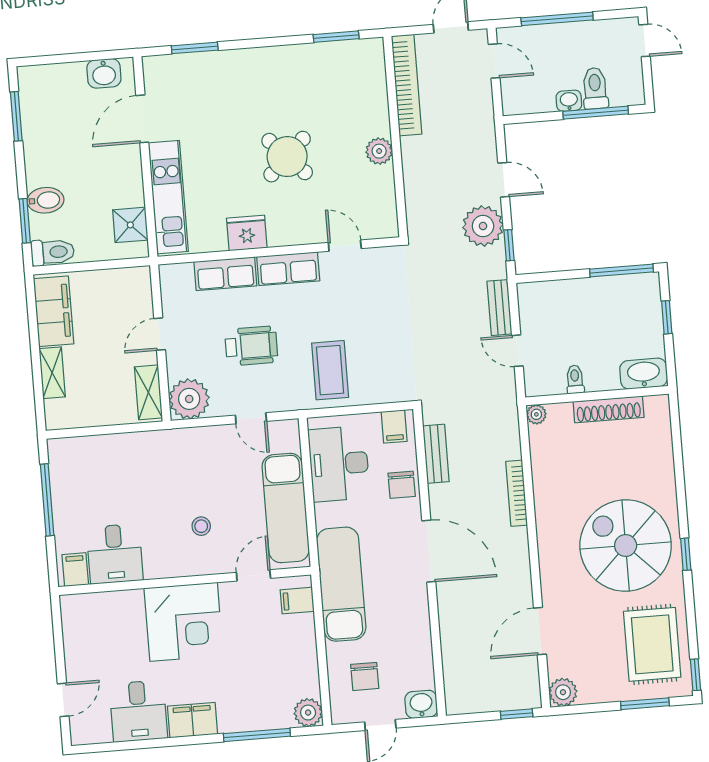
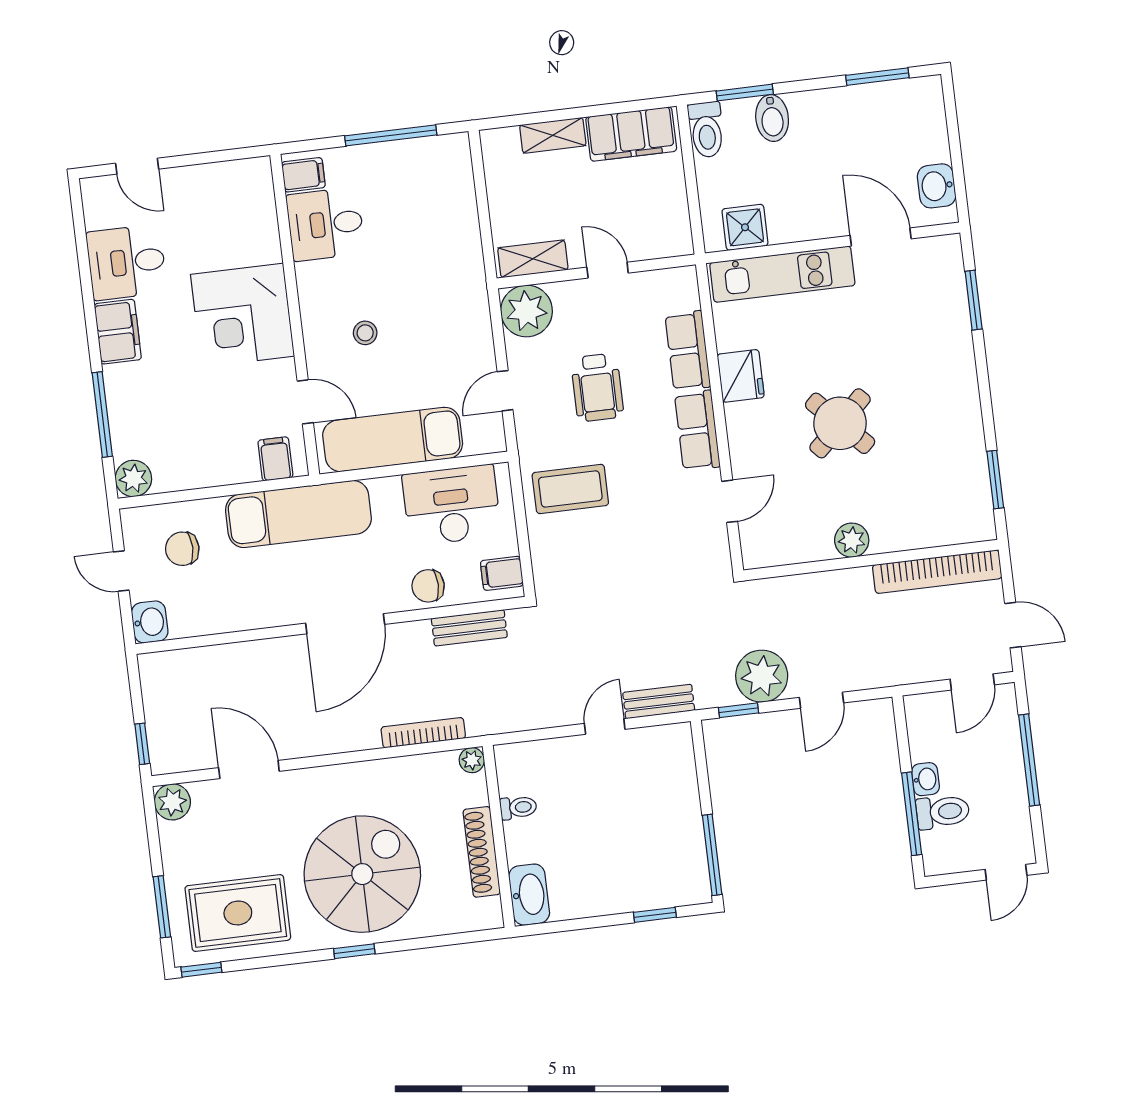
washbasin: (644, 374) -> (529, 895), moved
toilet: (575, 379) -> (518, 808), moved
wall: (597, 396) -> (499, 836), moved
shoe rack: (609, 409) -> (482, 852), moved
plant: (536, 414) -> (472, 760), moved

